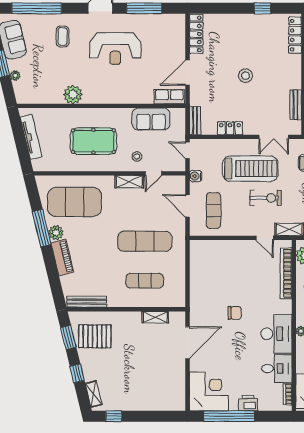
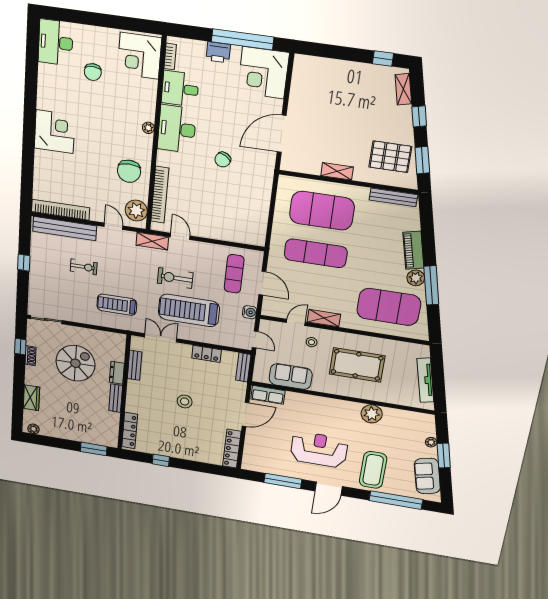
coffee table: (63, 36) -> (373, 470), width x1.86, depth x1.72
exercise mat: (145, 281) -> (322, 211), width x2.00, depth x1.45
chair: (235, 313) -> (223, 160), turned -59
shelving: (155, 317) -> (337, 171), moved

